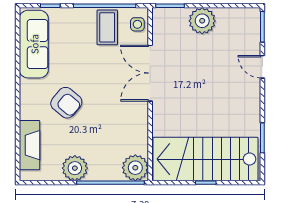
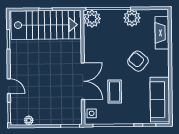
plant: (202, 21) -> (29, 120), moved, width x0.53, depth x0.53
coffee table: (107, 27) -> (115, 91), moved

